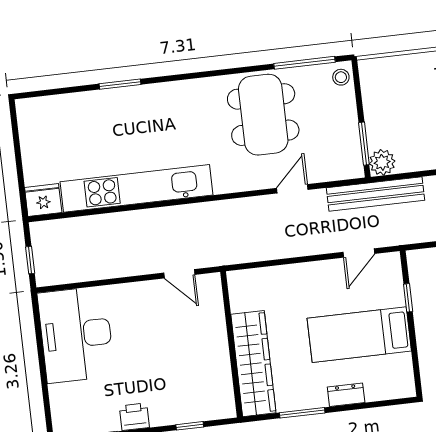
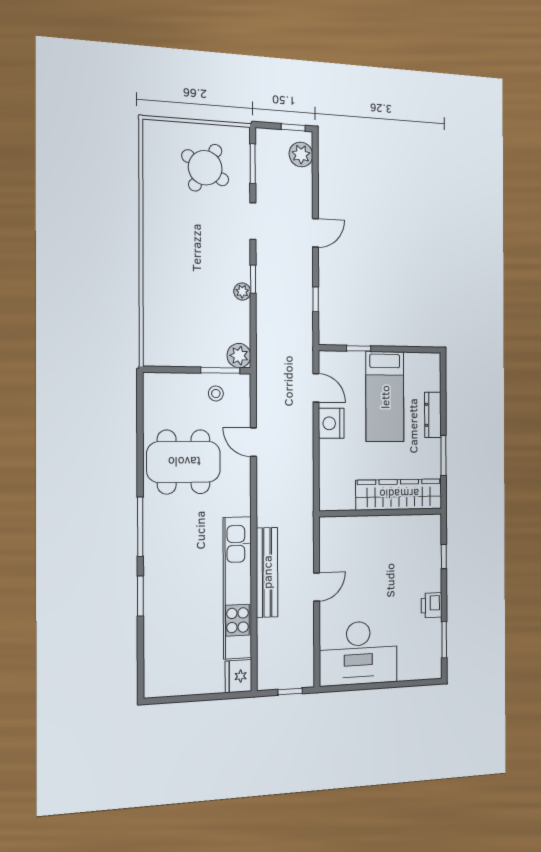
window: (304, 63) -> (140, 527), moved
stool: (341, 77) -> (216, 394), moved
bench: (375, 194) -> (267, 572), moved
door: (179, 274) -> (317, 587), moved
nightstand: (323, 275) -> (331, 423), added
dresser: (346, 395) -> (433, 415), width x1.44

